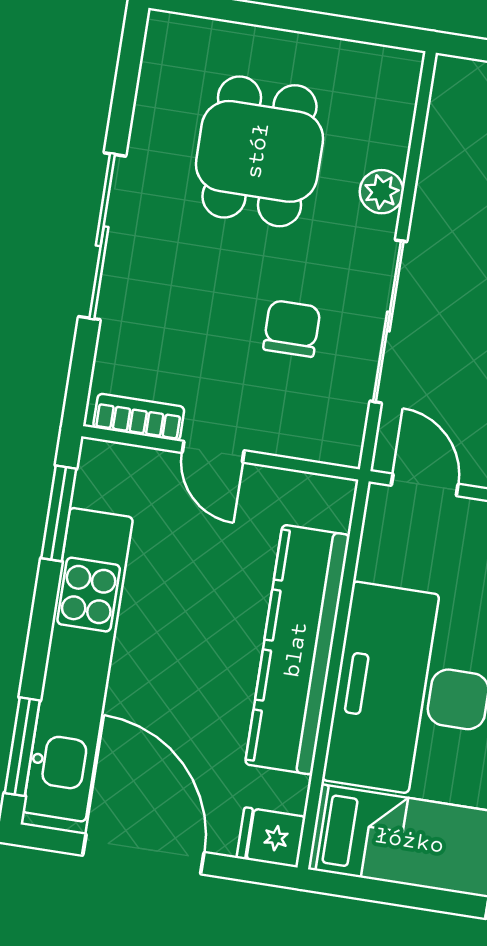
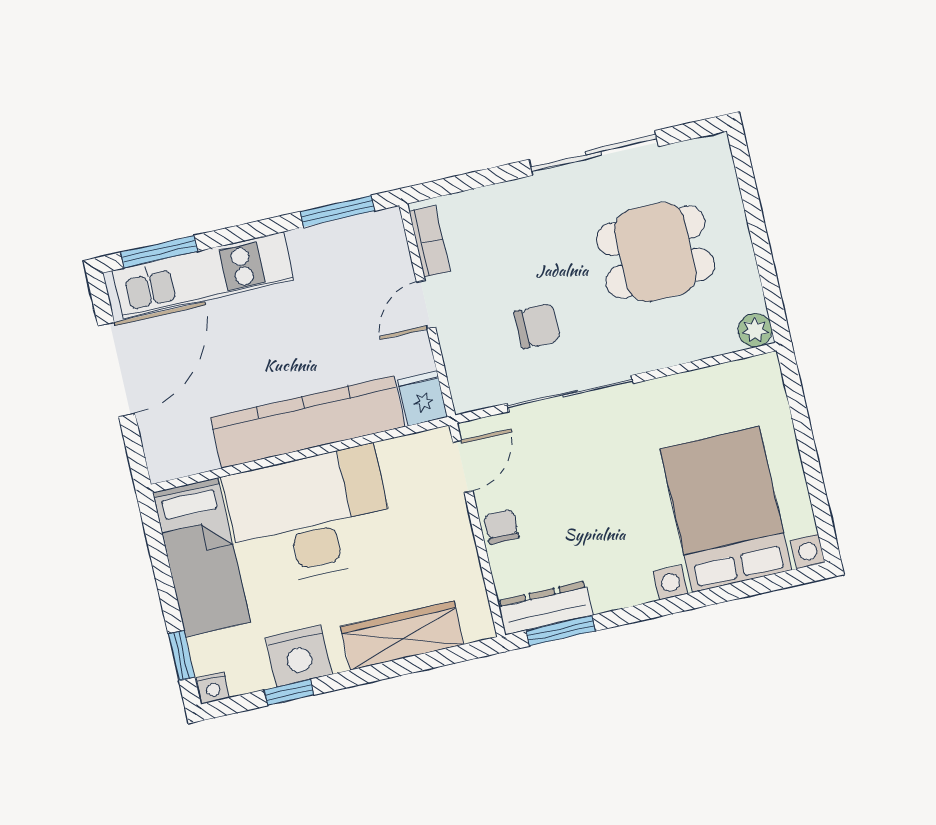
plant: (382, 192) -> (755, 330), moved
sliding door: (102, 236) -> (594, 153), moved
kitchen unit: (78, 665) -> (203, 275), width x0.73
fridge: (271, 837) -> (423, 398), moved

